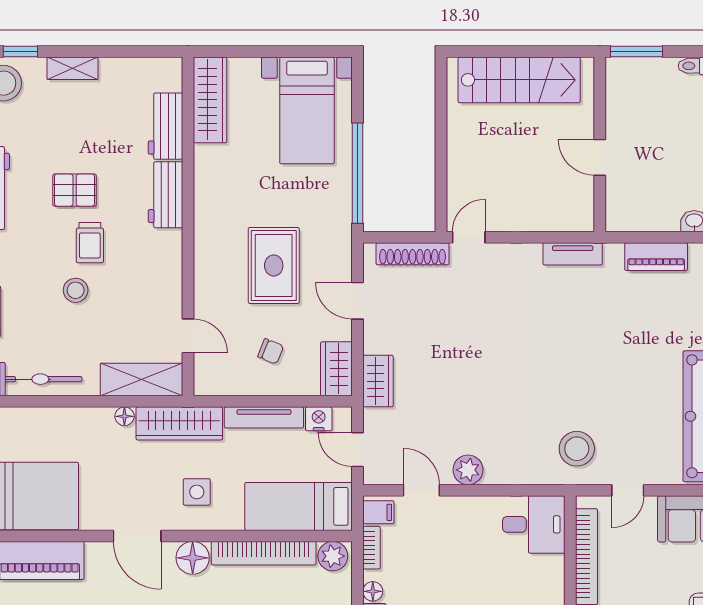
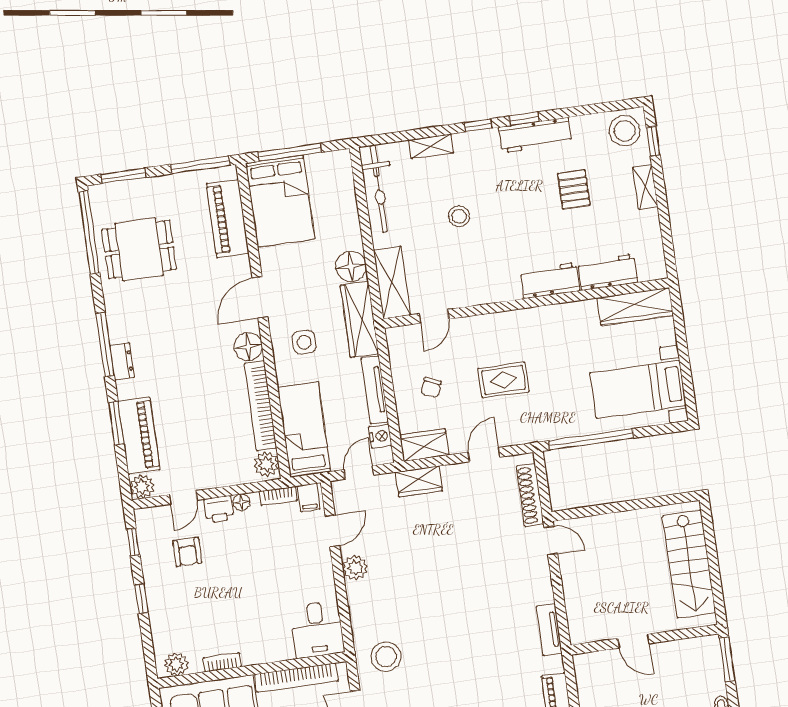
door: (600, 157) -> (634, 641), swing flipped
pallet: (75, 190) -> (574, 189), moved
trolley: (90, 243) -> (501, 223), removed
rug: (274, 265) -> (504, 380), width x0.73, depth x0.70
floor lamp: (124, 416) -> (351, 266), width x1.89, depth x1.89

